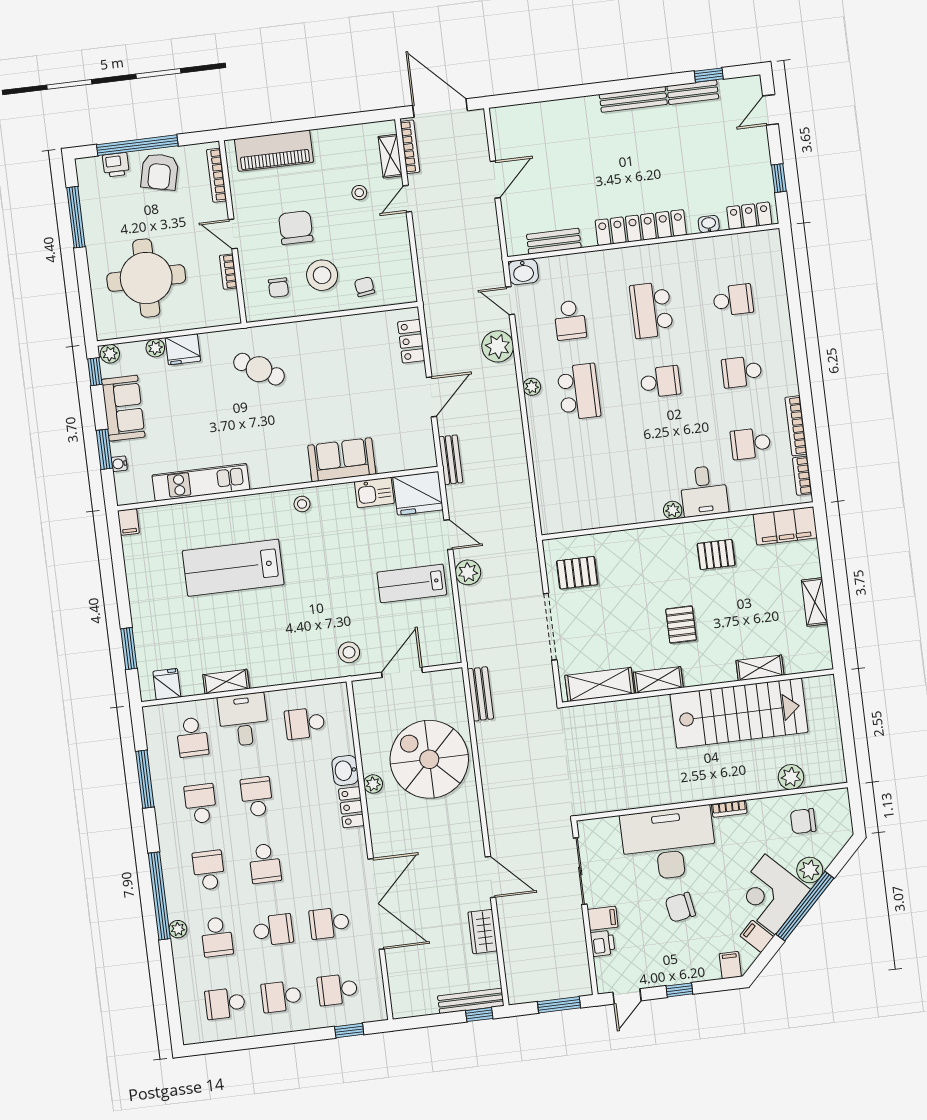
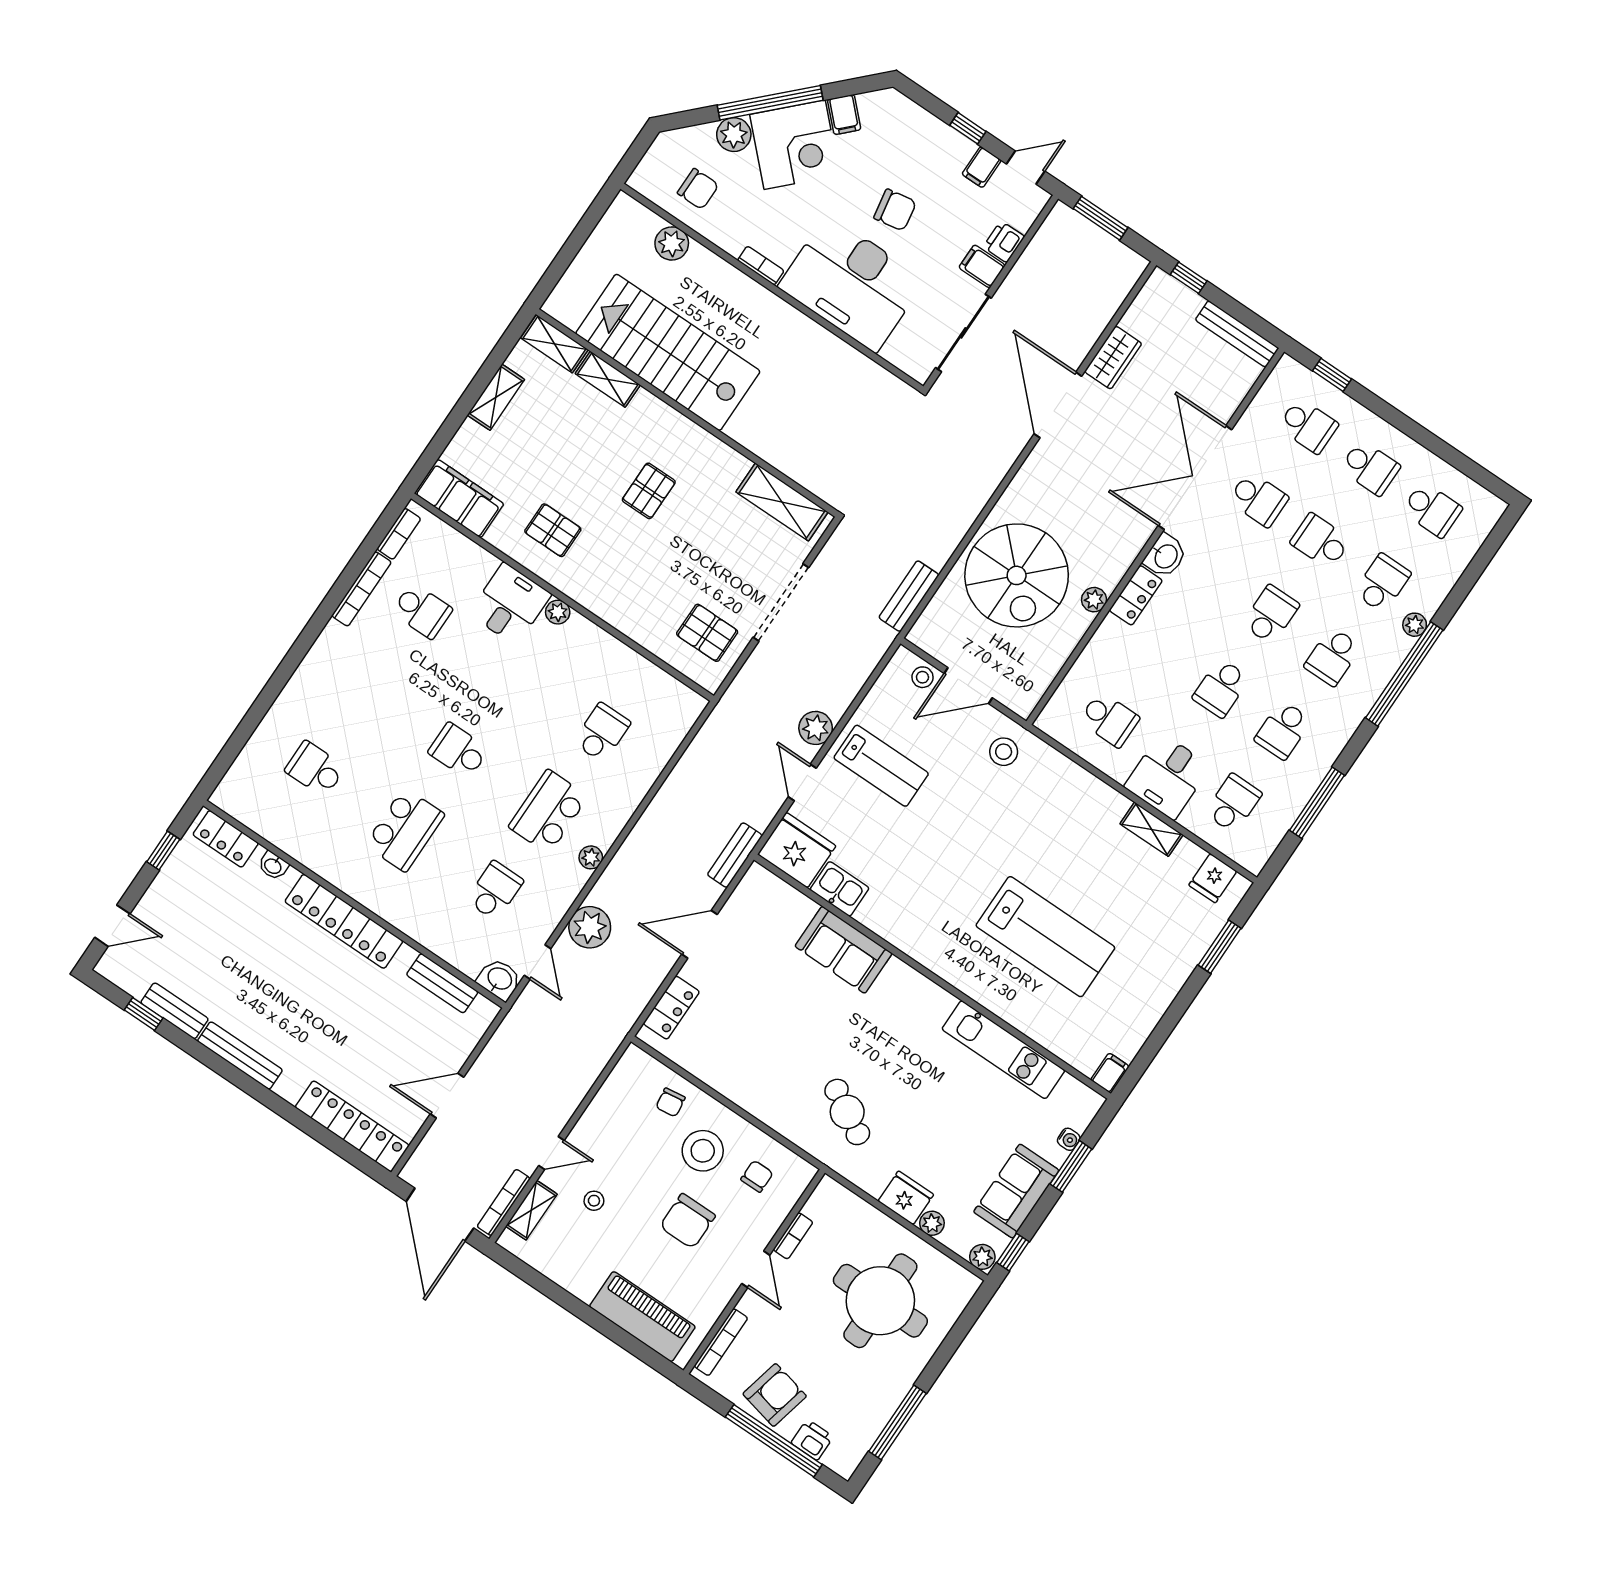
locker: (534, 115) -> (352, 1126), added
school desk: (742, 372) -> (602, 732), moved, turned -90
stool: (302, 504) -> (922, 677), moved
shelving: (658, 680) -> (554, 344), moved
washbasin: (345, 771) -> (1165, 556), moved
door: (490, 877) -> (1058, 405), width x1.36
filing cabinet: (730, 965) -> (982, 167), moved
bench: (471, 1001) -> (1237, 334), moved

